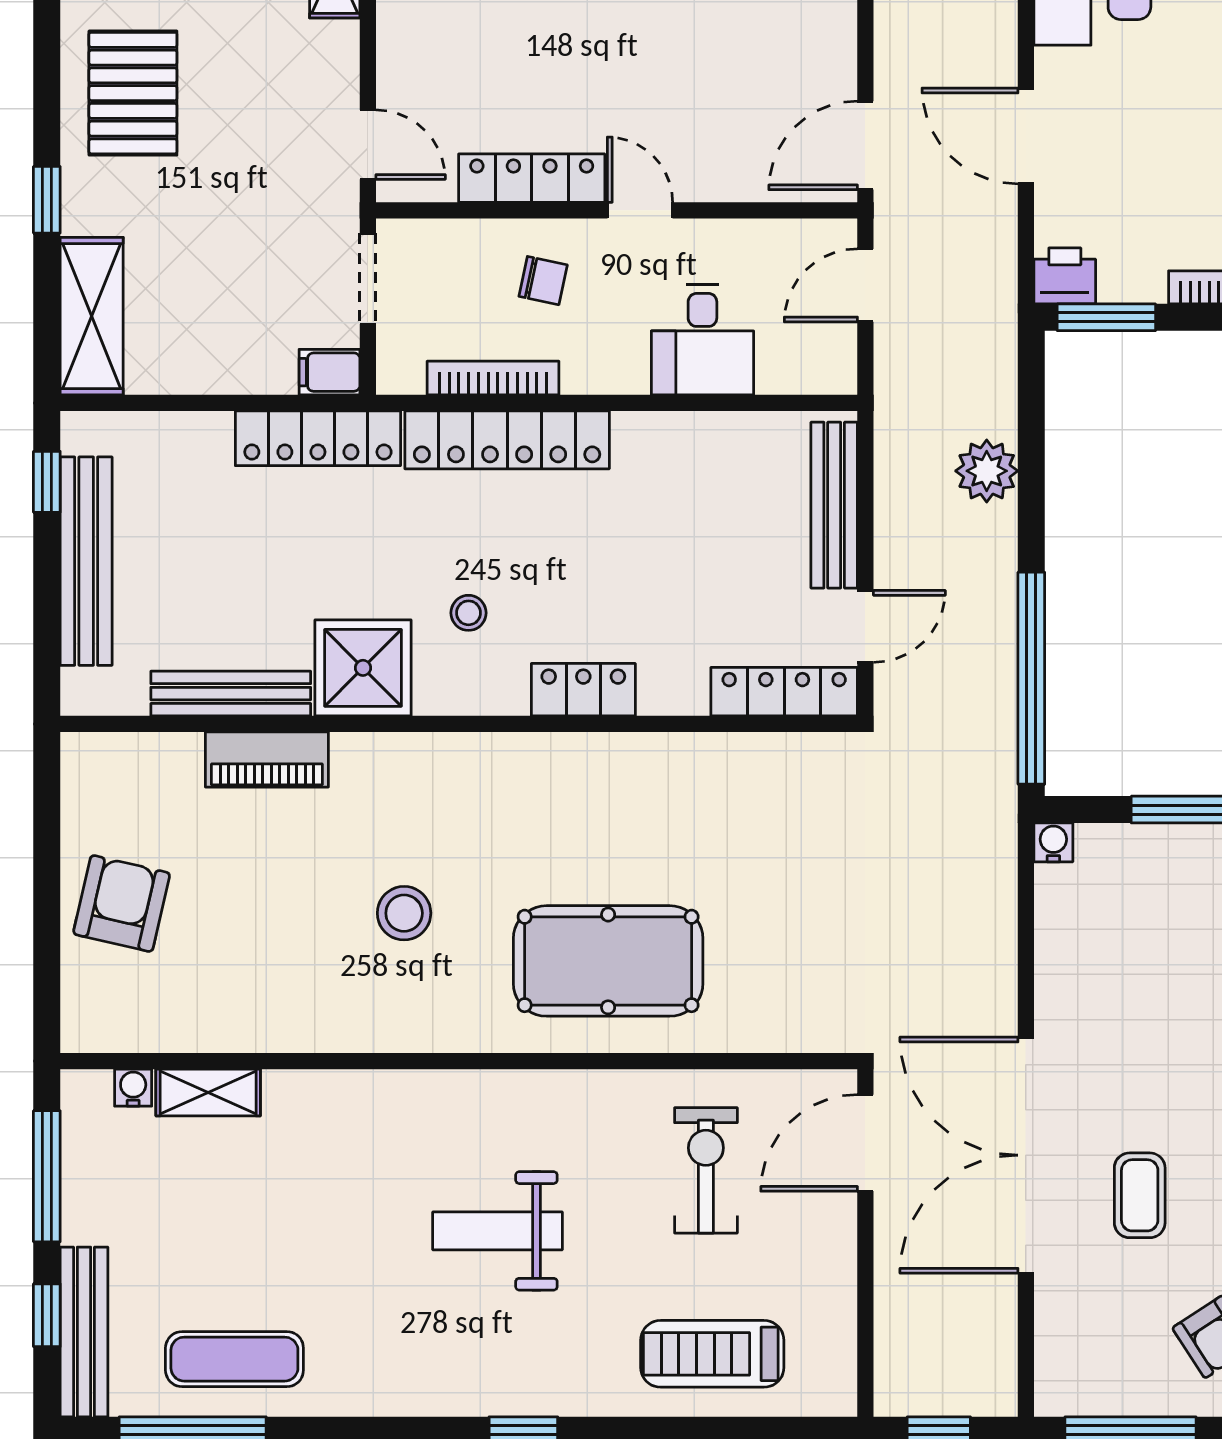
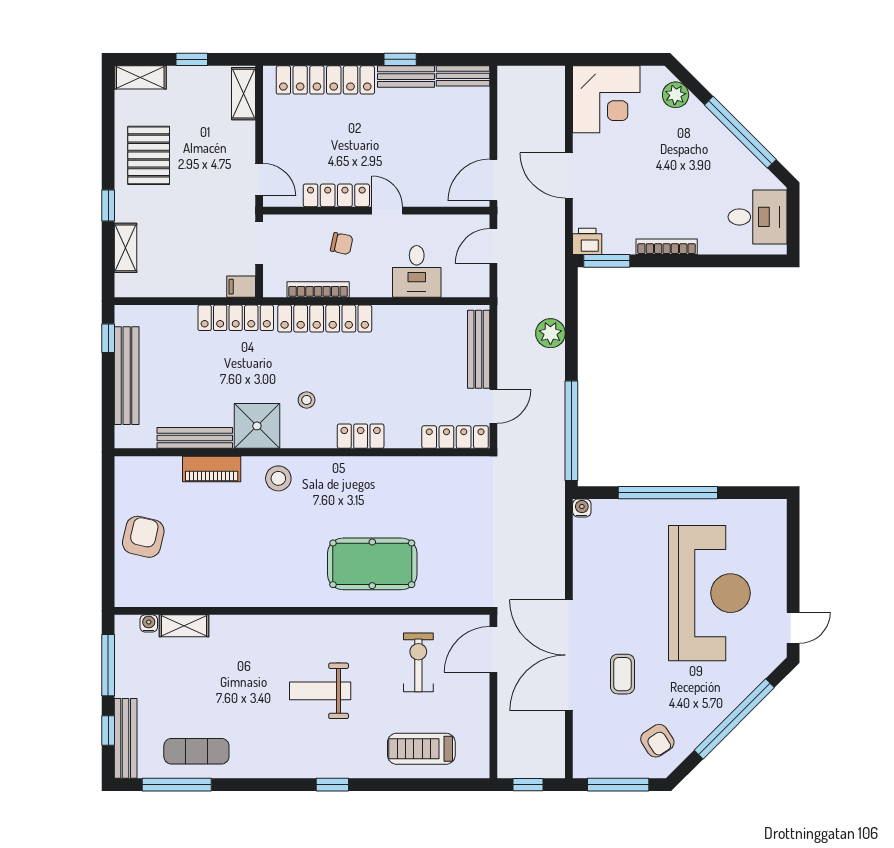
shelving: (92, 316) -> (126, 248), width x0.67, depth x0.75
stool: (404, 913) -> (278, 478), moved

